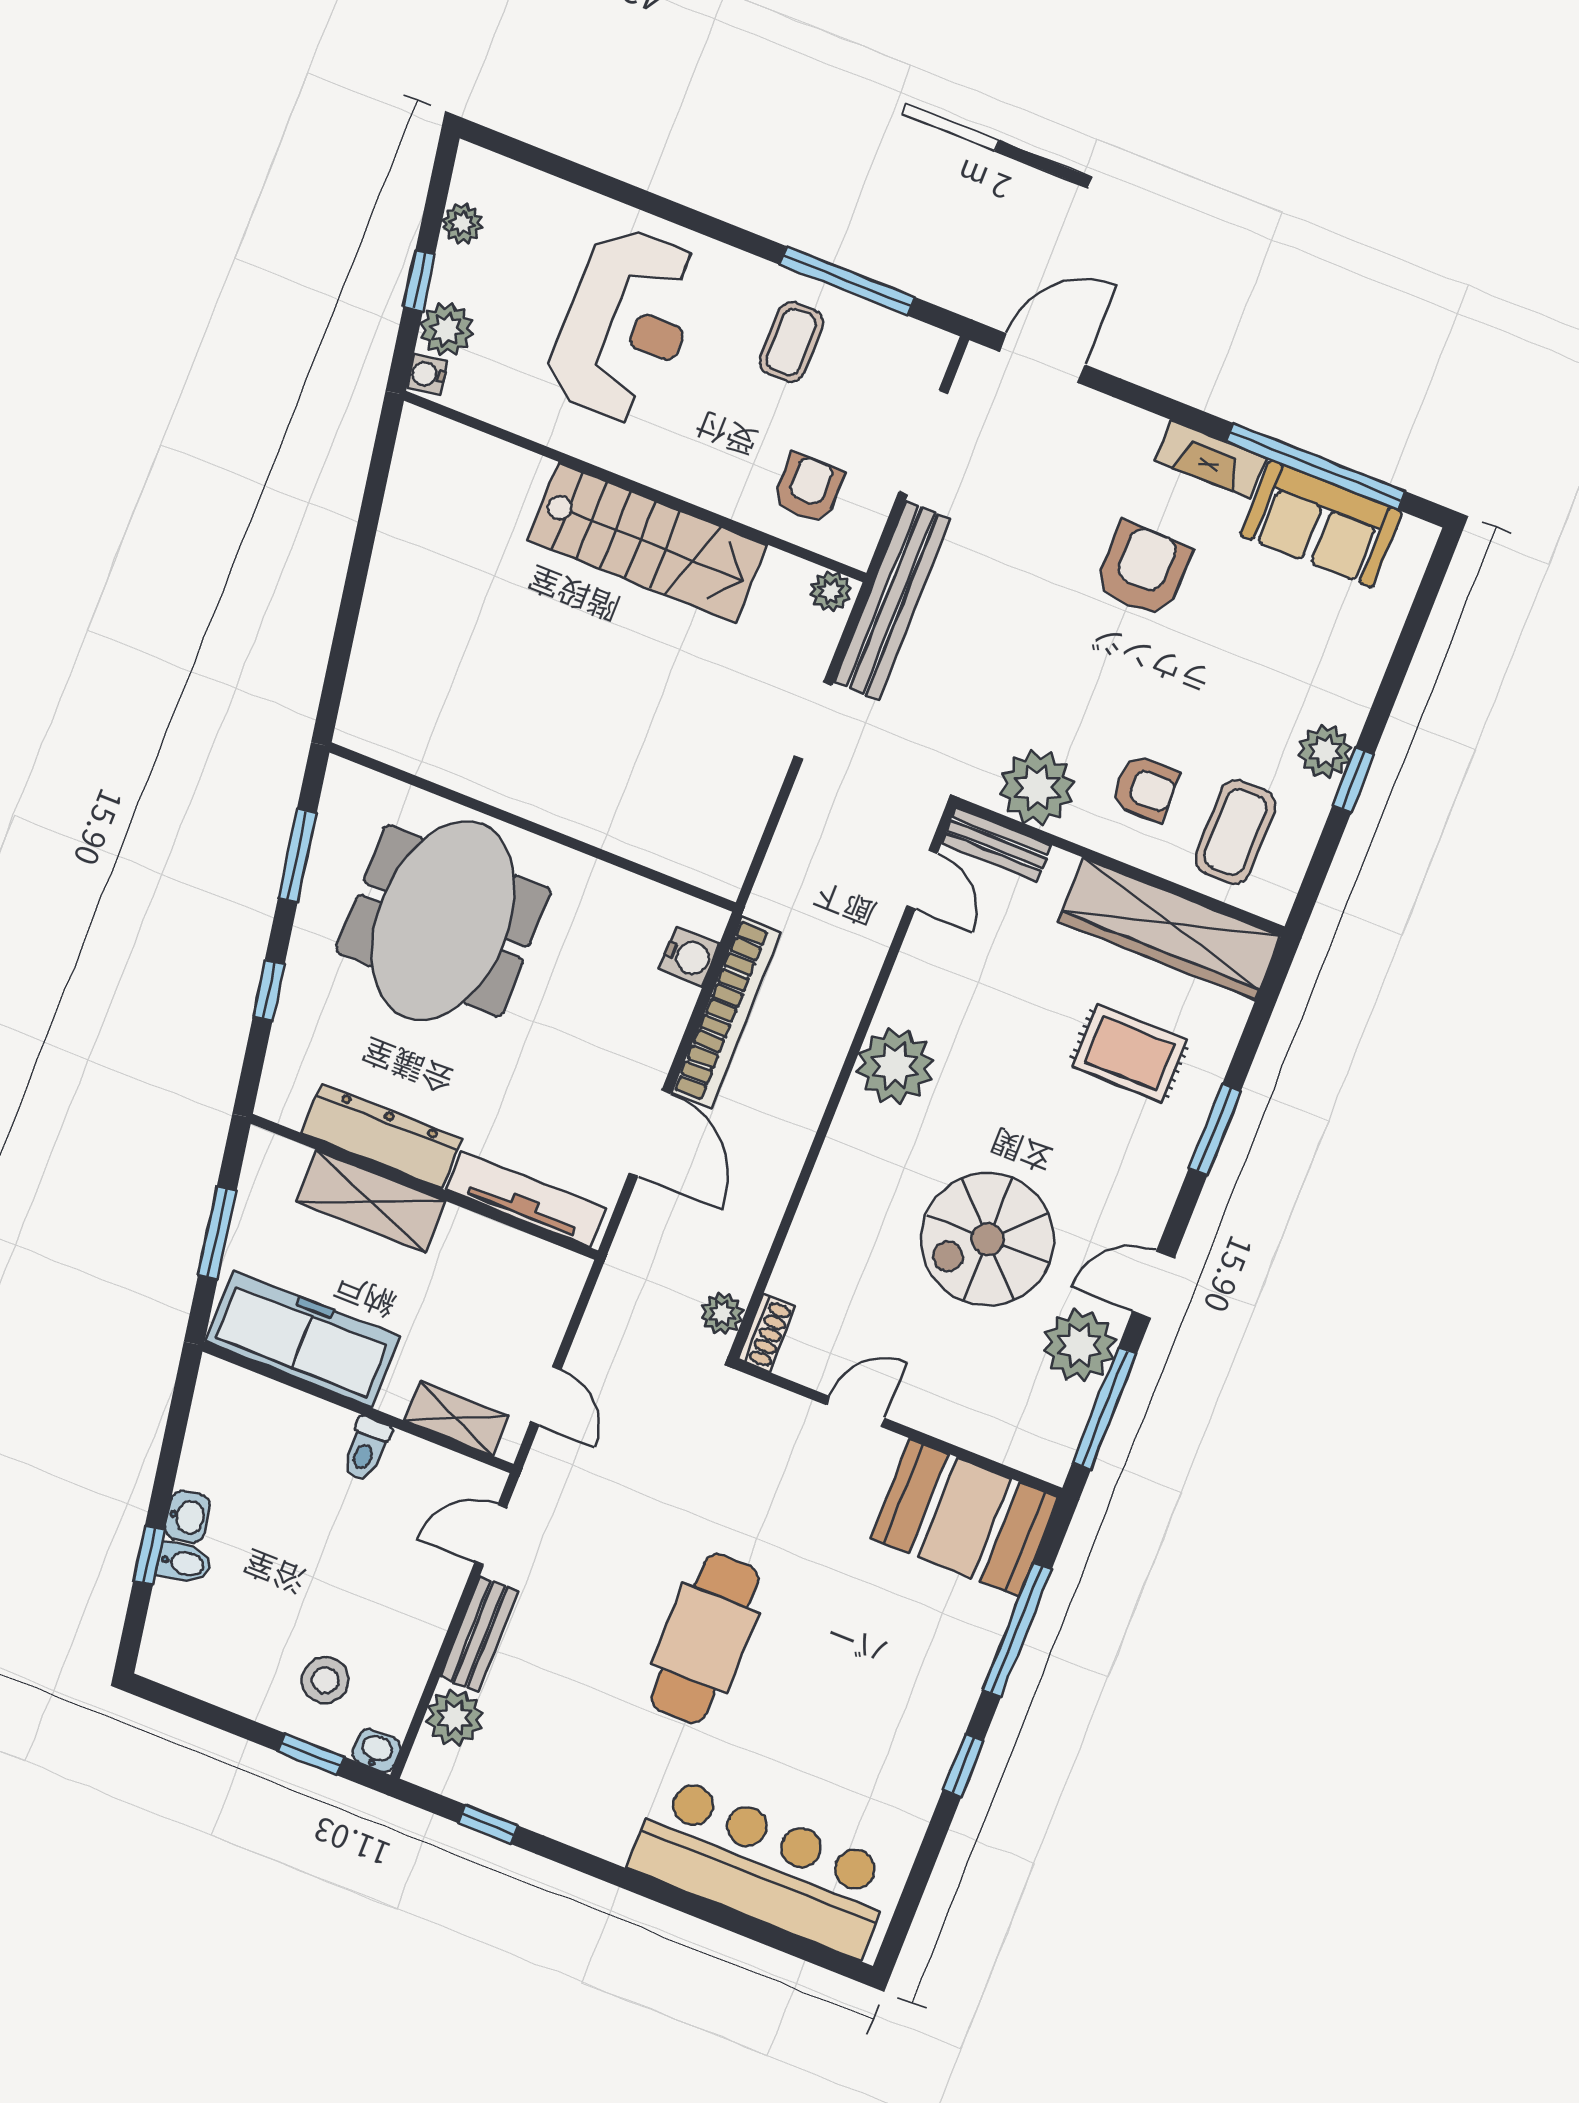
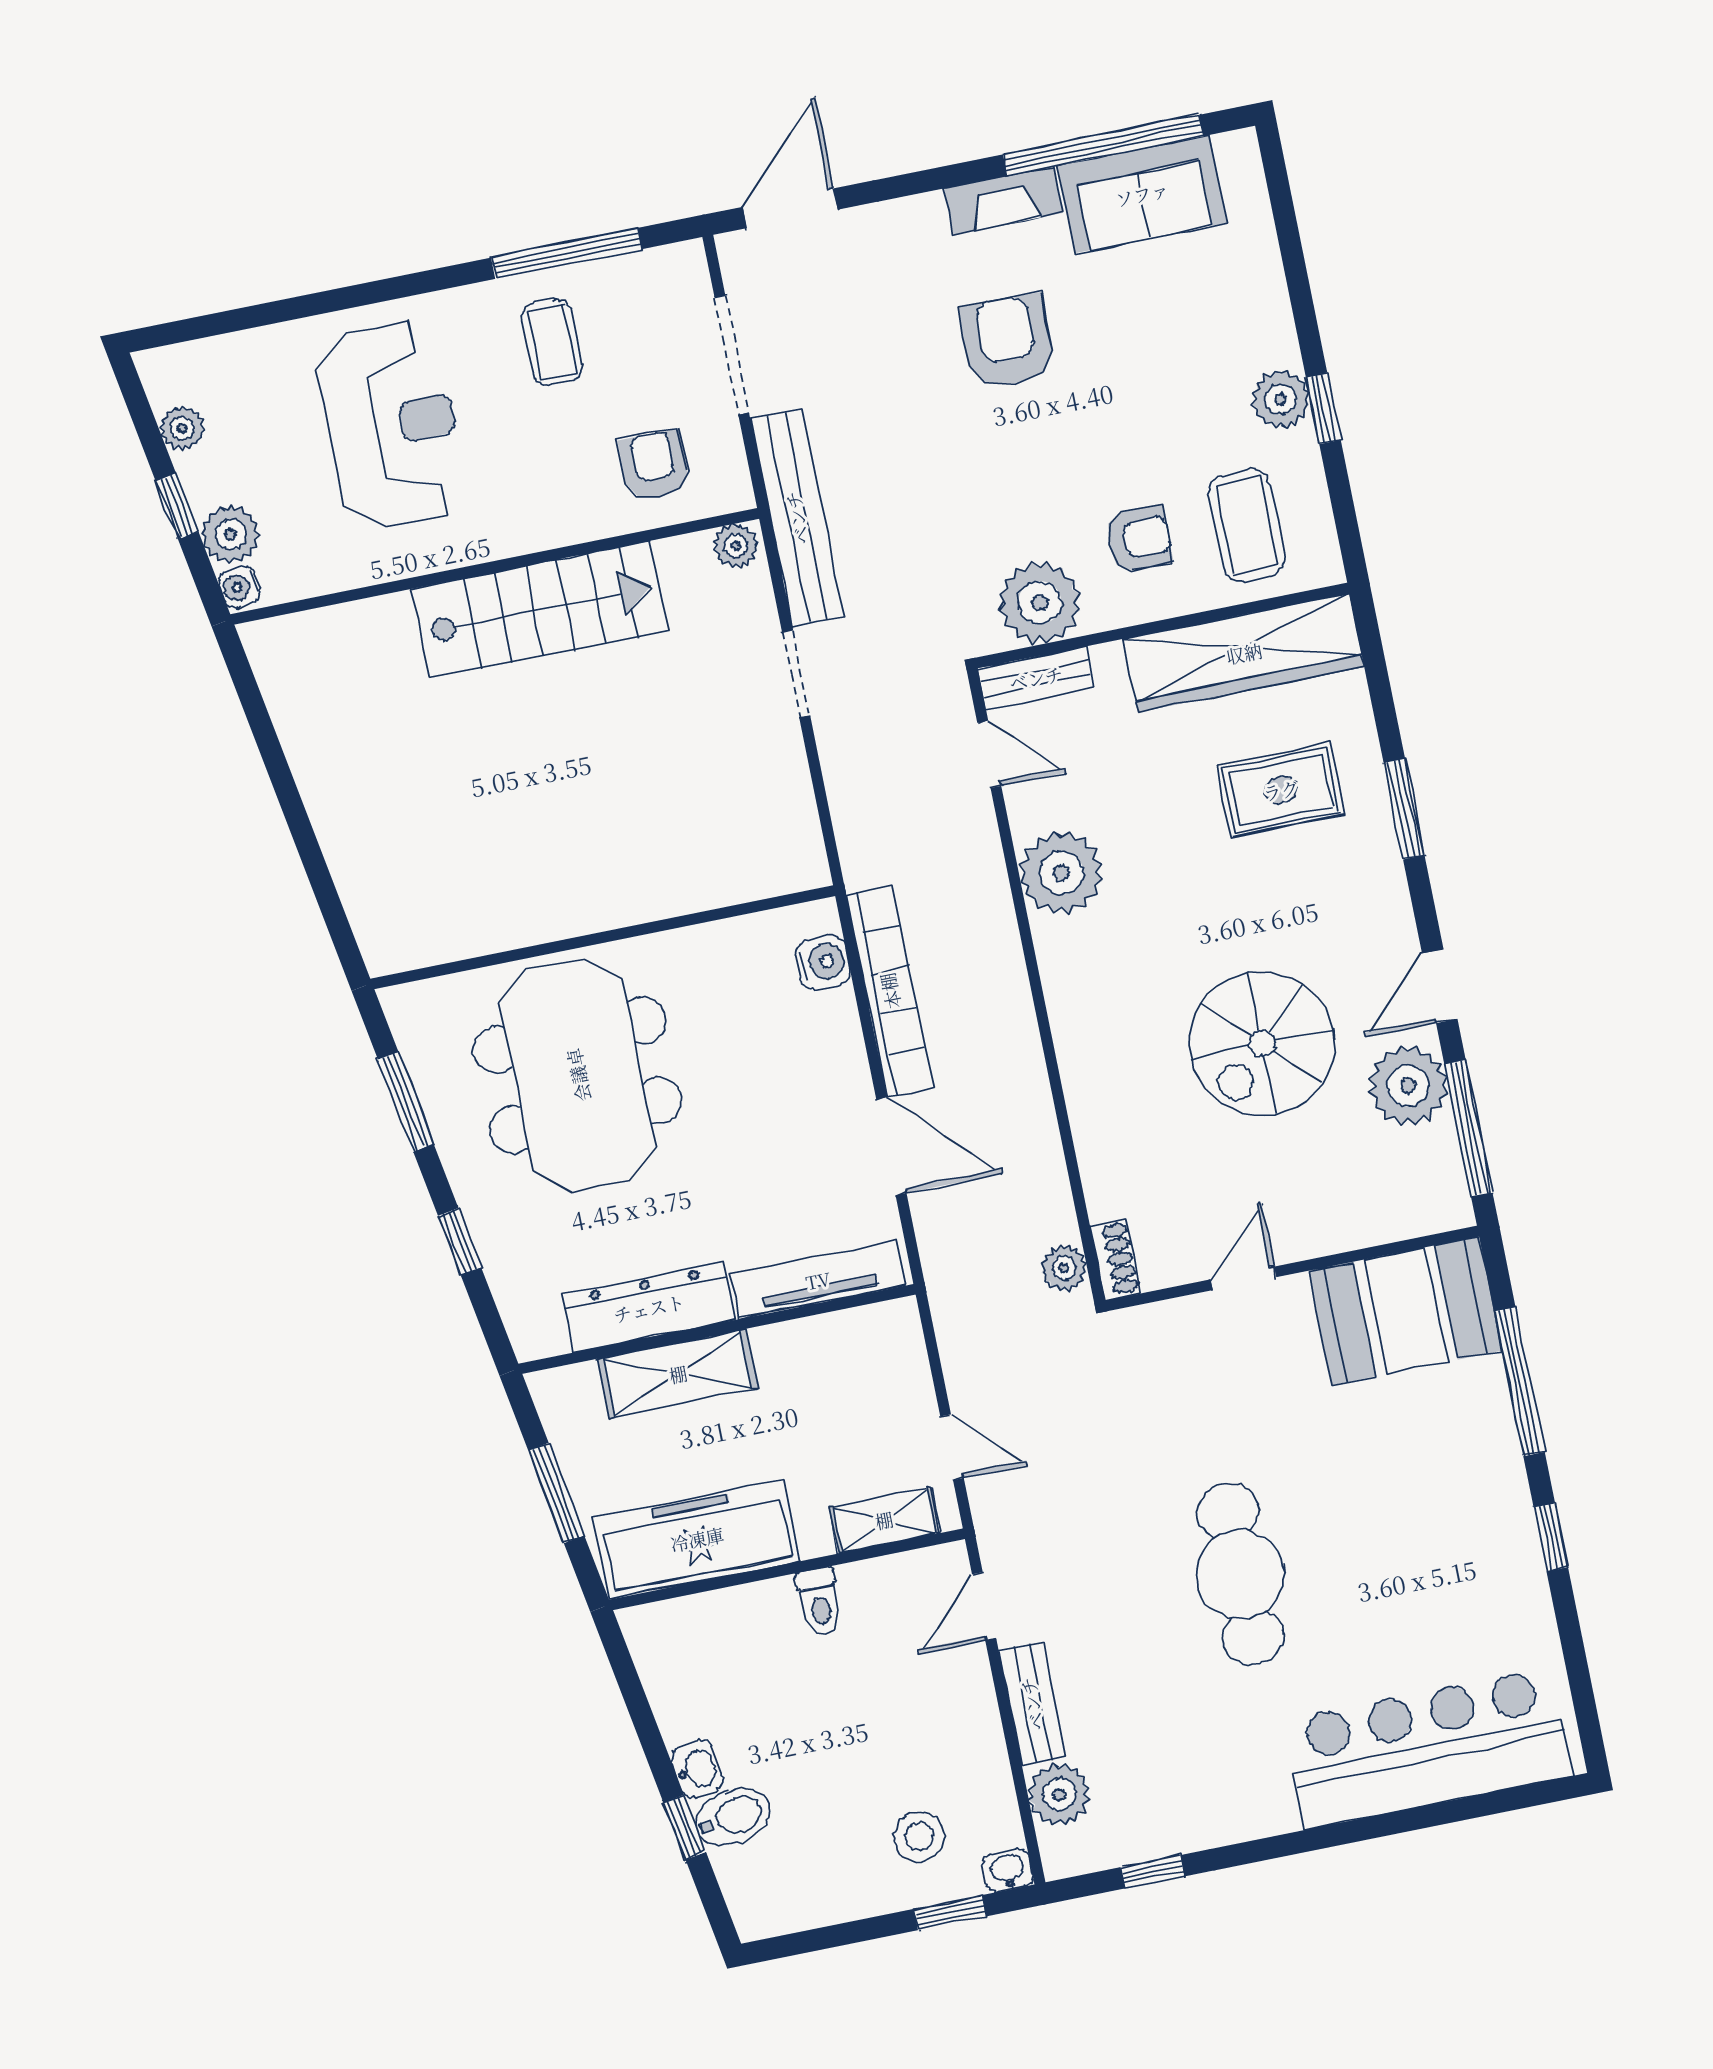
plant: (895, 1066) -> (1061, 873), moved
bidet: (184, 1563) -> (733, 1817), width x1.38, depth x1.36

